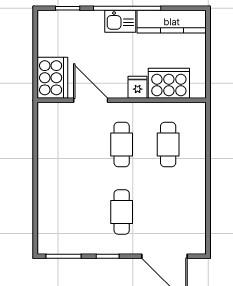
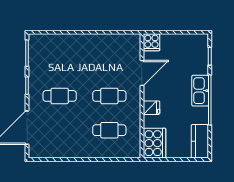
kitchen sink: (120, 21) -> (200, 91), width x1.38
kitchen counter: (172, 22) -> (200, 141), width x0.67
cooker: (52, 78) -> (151, 42), width x0.53, depth x0.76
cooker: (169, 83) -> (154, 143), moved

